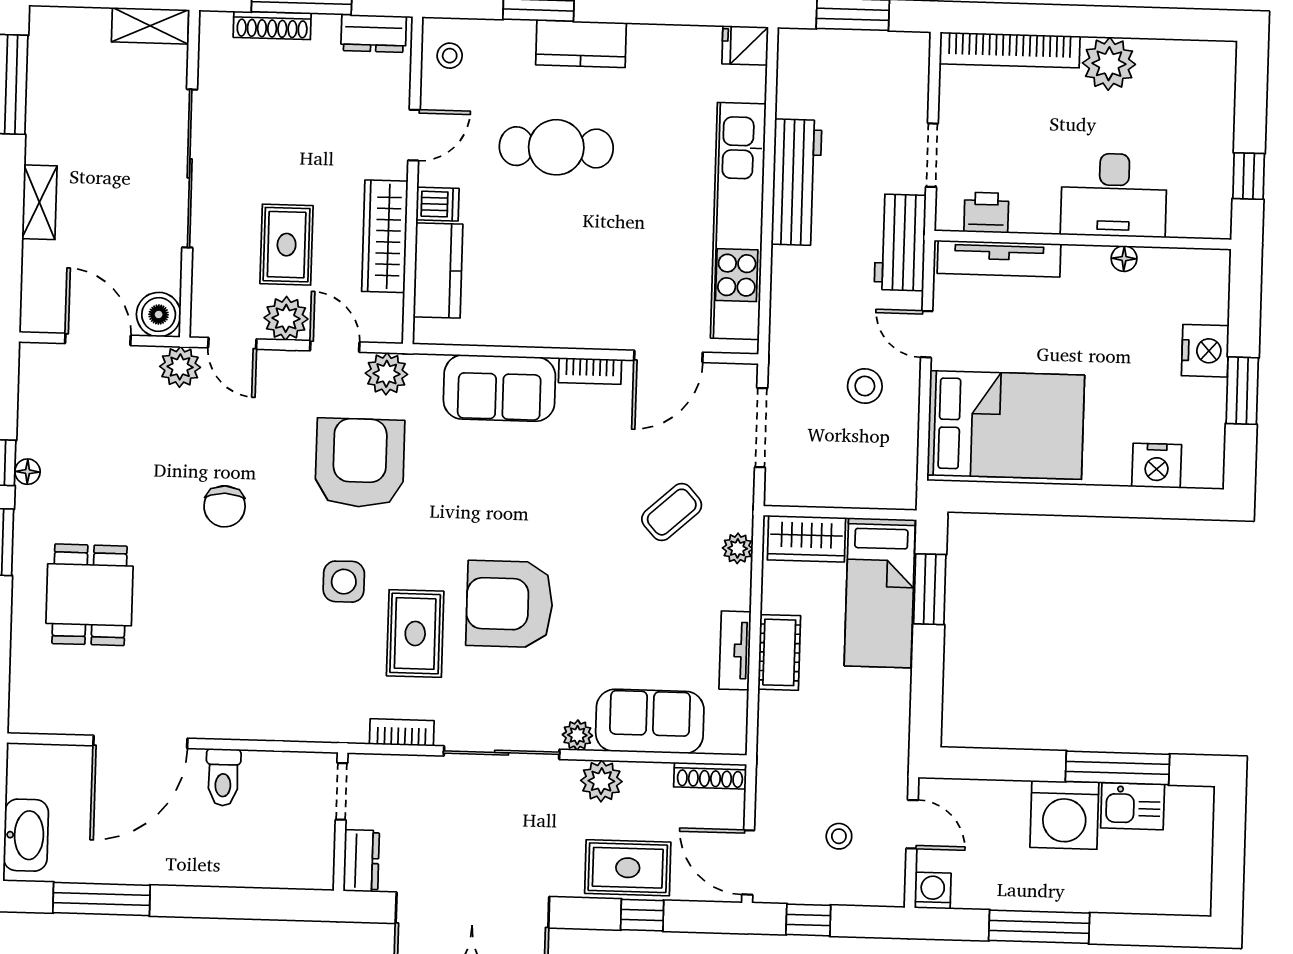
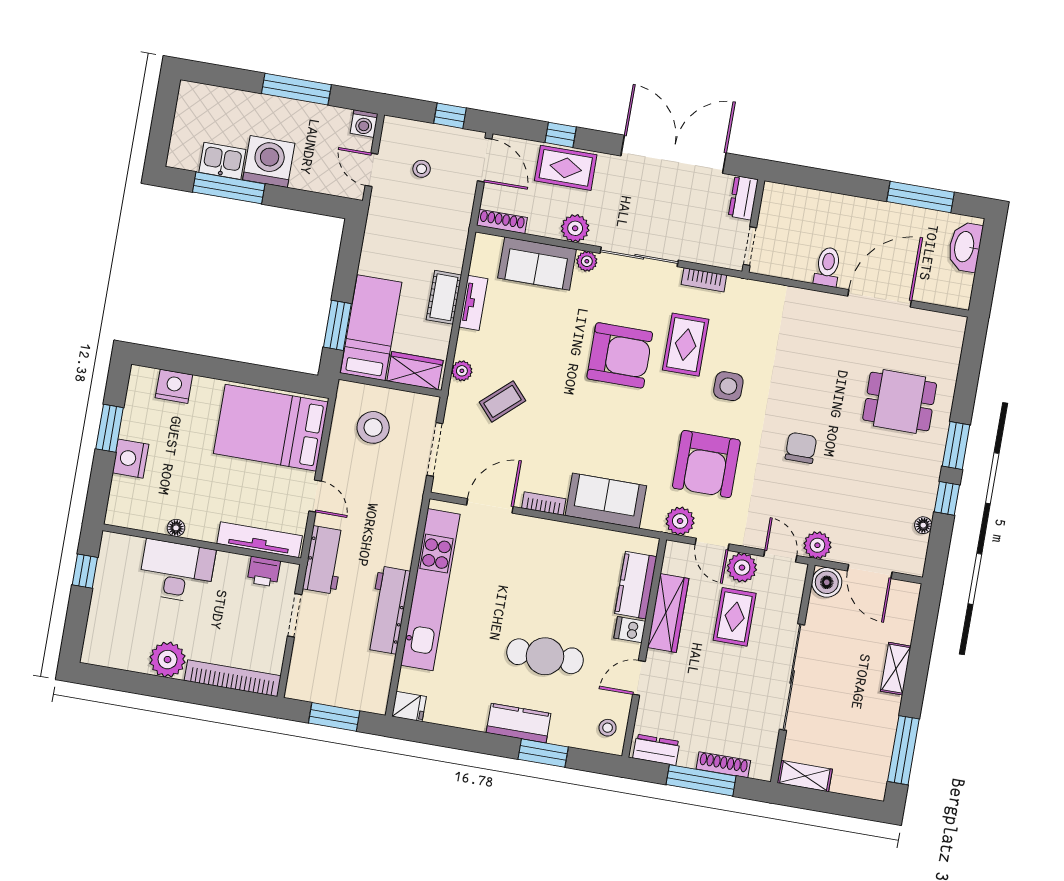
stool: (865, 386) -> (373, 427), moved, width x1.38, depth x1.38
floor lamp: (27, 472) -> (923, 525), moved
dining table: (90, 595) -> (900, 402), turned 90

